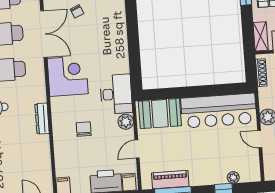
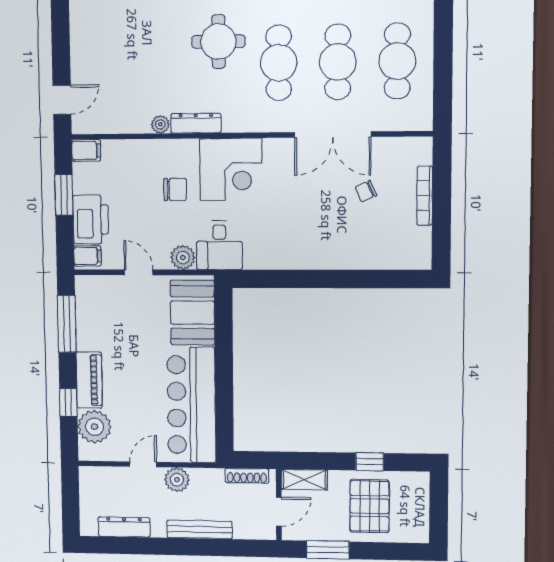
corner desk: (68, 76) -> (231, 169), moved
desk: (116, 94) -> (219, 245), width x0.73
plant: (44, 141) -> (160, 124), added
plant: (233, 177) -> (94, 427), width x1.87, depth x1.87
piano: (170, 180) -> (89, 380), moved

